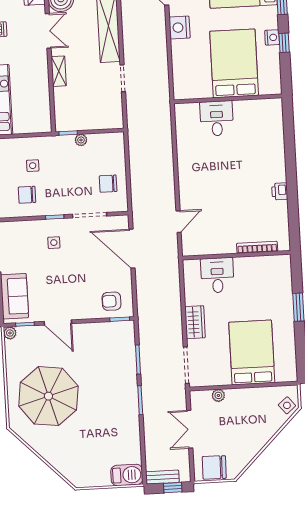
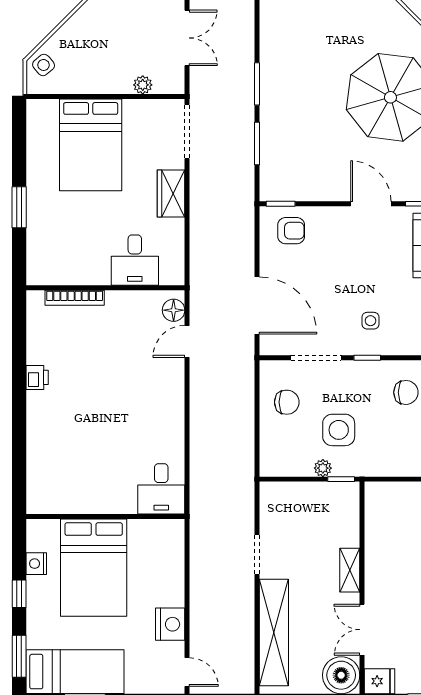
nightstand: (272, 37) -> (36, 564), moved
desk: (217, 118) -> (161, 489), moved
side table: (33, 166) -> (339, 430), moved, width x1.87, depth x1.87
floor lamp: (189, 242) -> (174, 310), added

